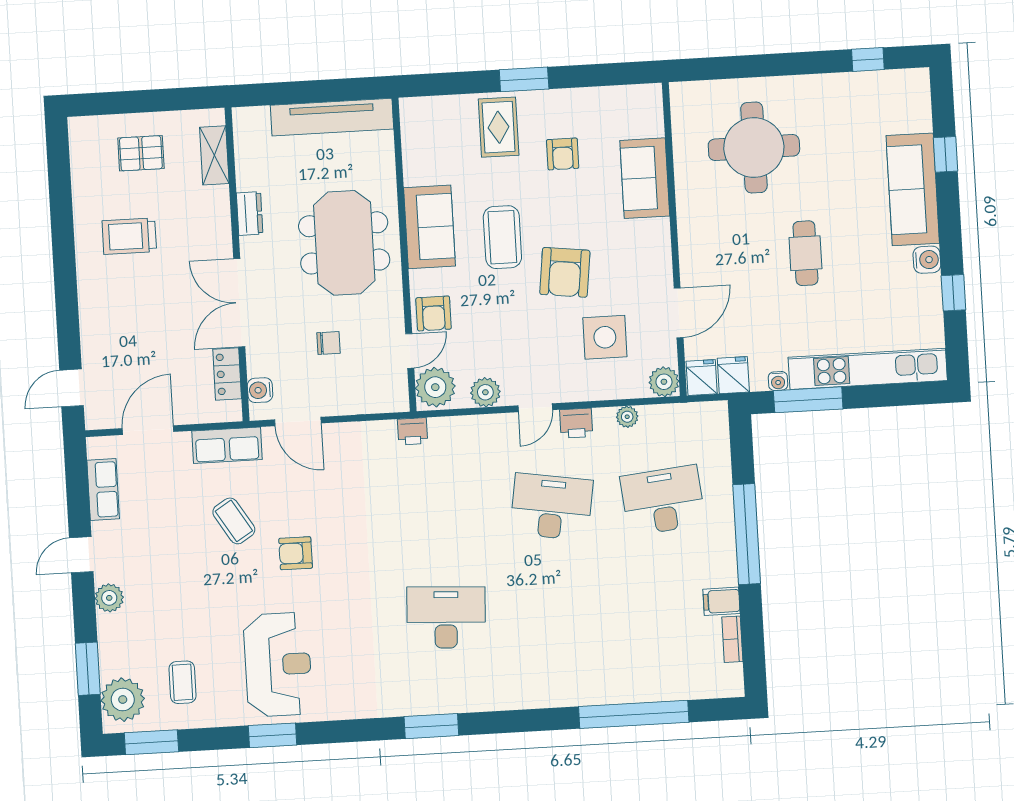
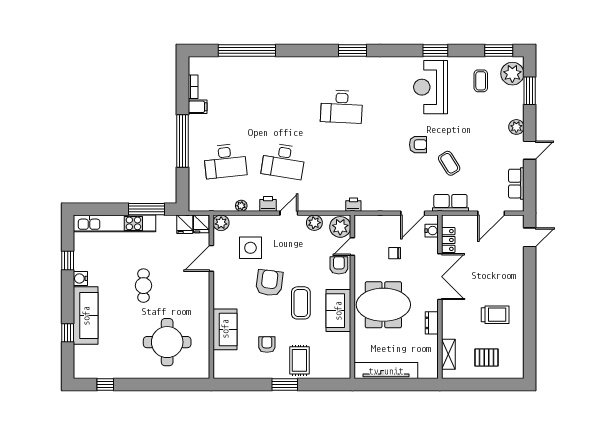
meeting table: (344, 243) -> (383, 305), turned 90
water cooler: (778, 381) -> (162, 220), removed
door: (298, 421) -> (413, 213), swing flipped

